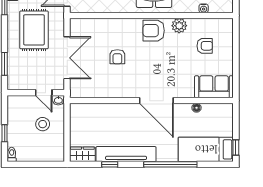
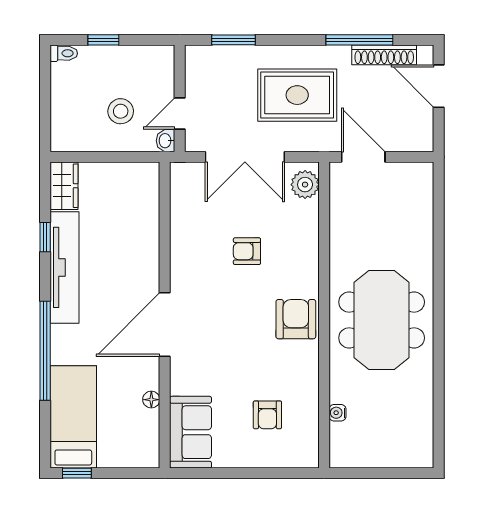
plant: (179, 26) -> (305, 185), moved

